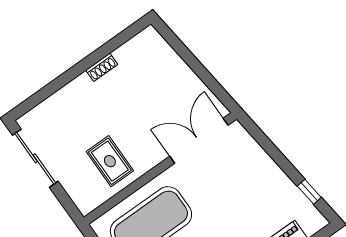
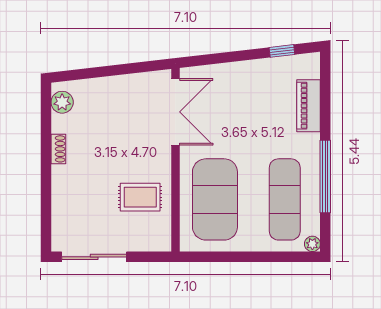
plant: (142, 44) -> (62, 102), added
double door: (199, 141) -> (175, 112), swing flipped

